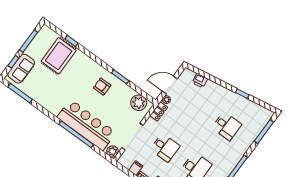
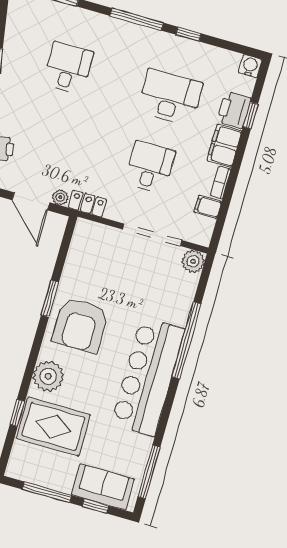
armchair: (102, 87) -> (80, 325), width x1.88, depth x1.88
plant: (139, 103) -> (48, 376), moved
bar counter: (87, 125) -> (148, 377), moved

